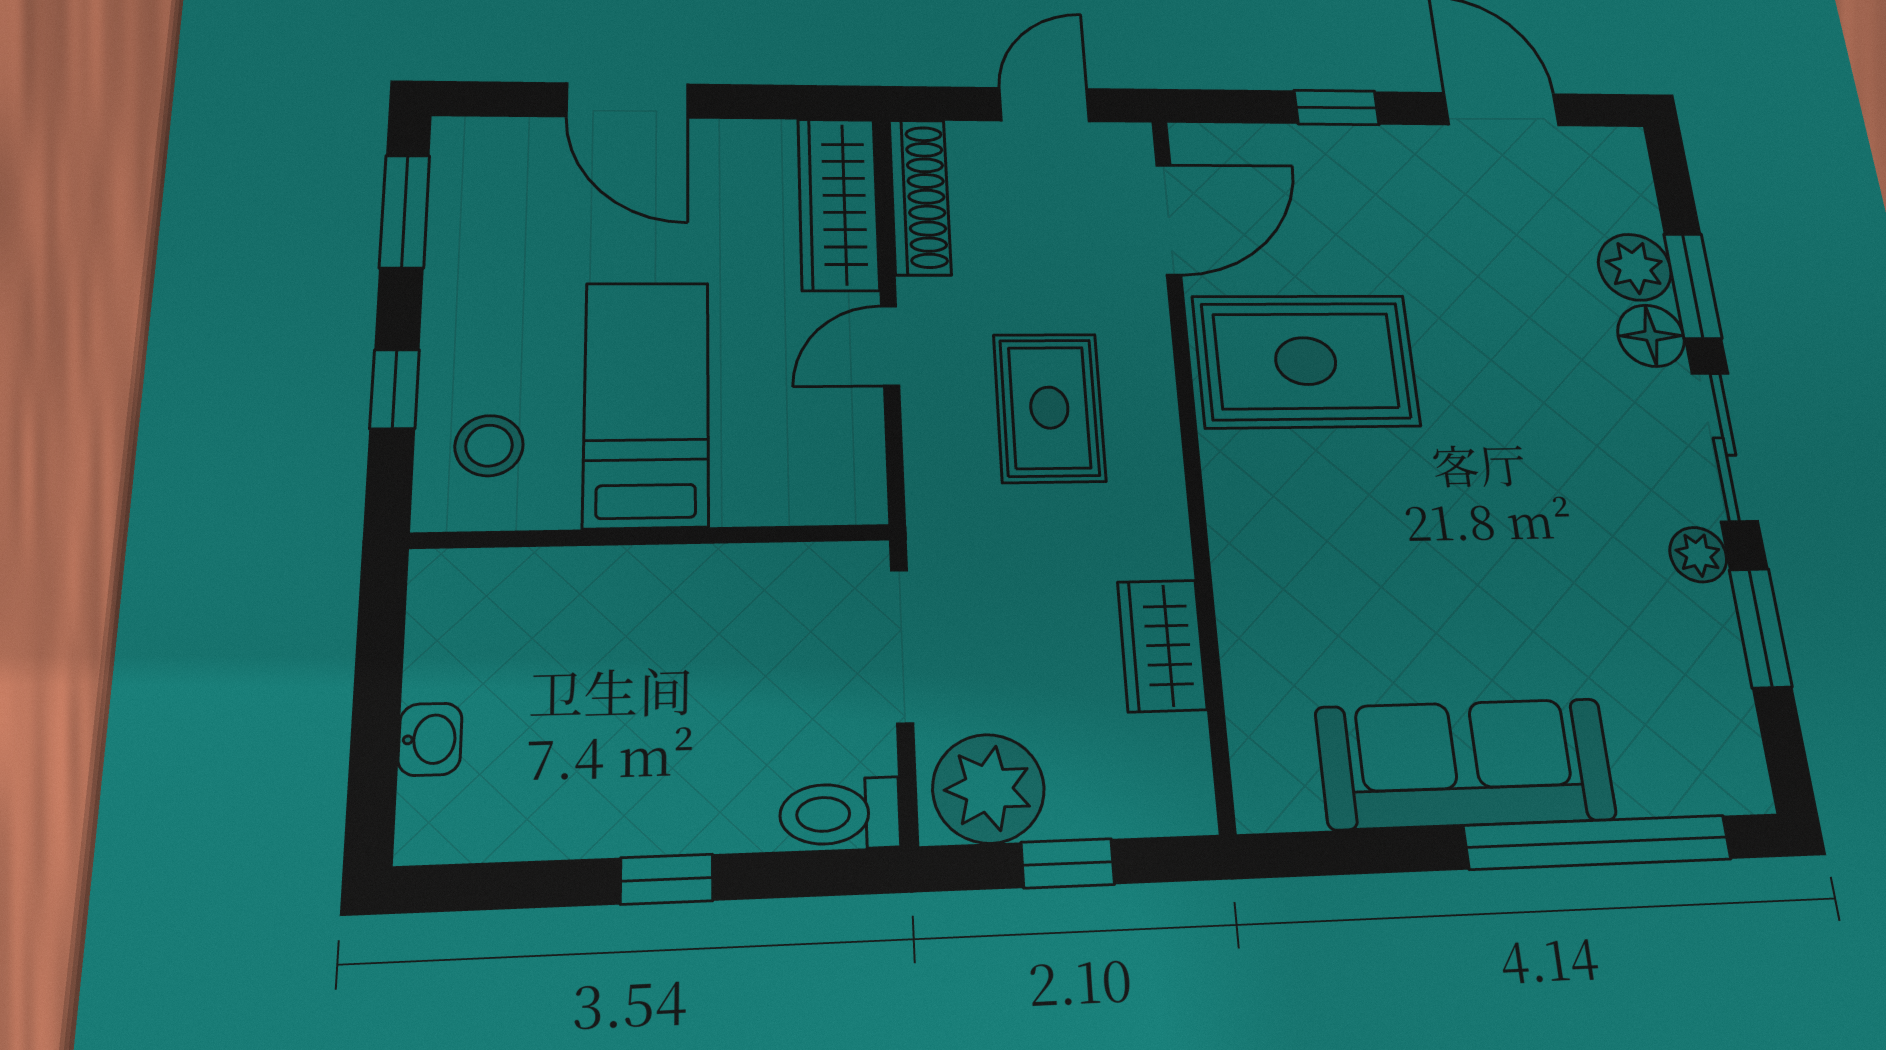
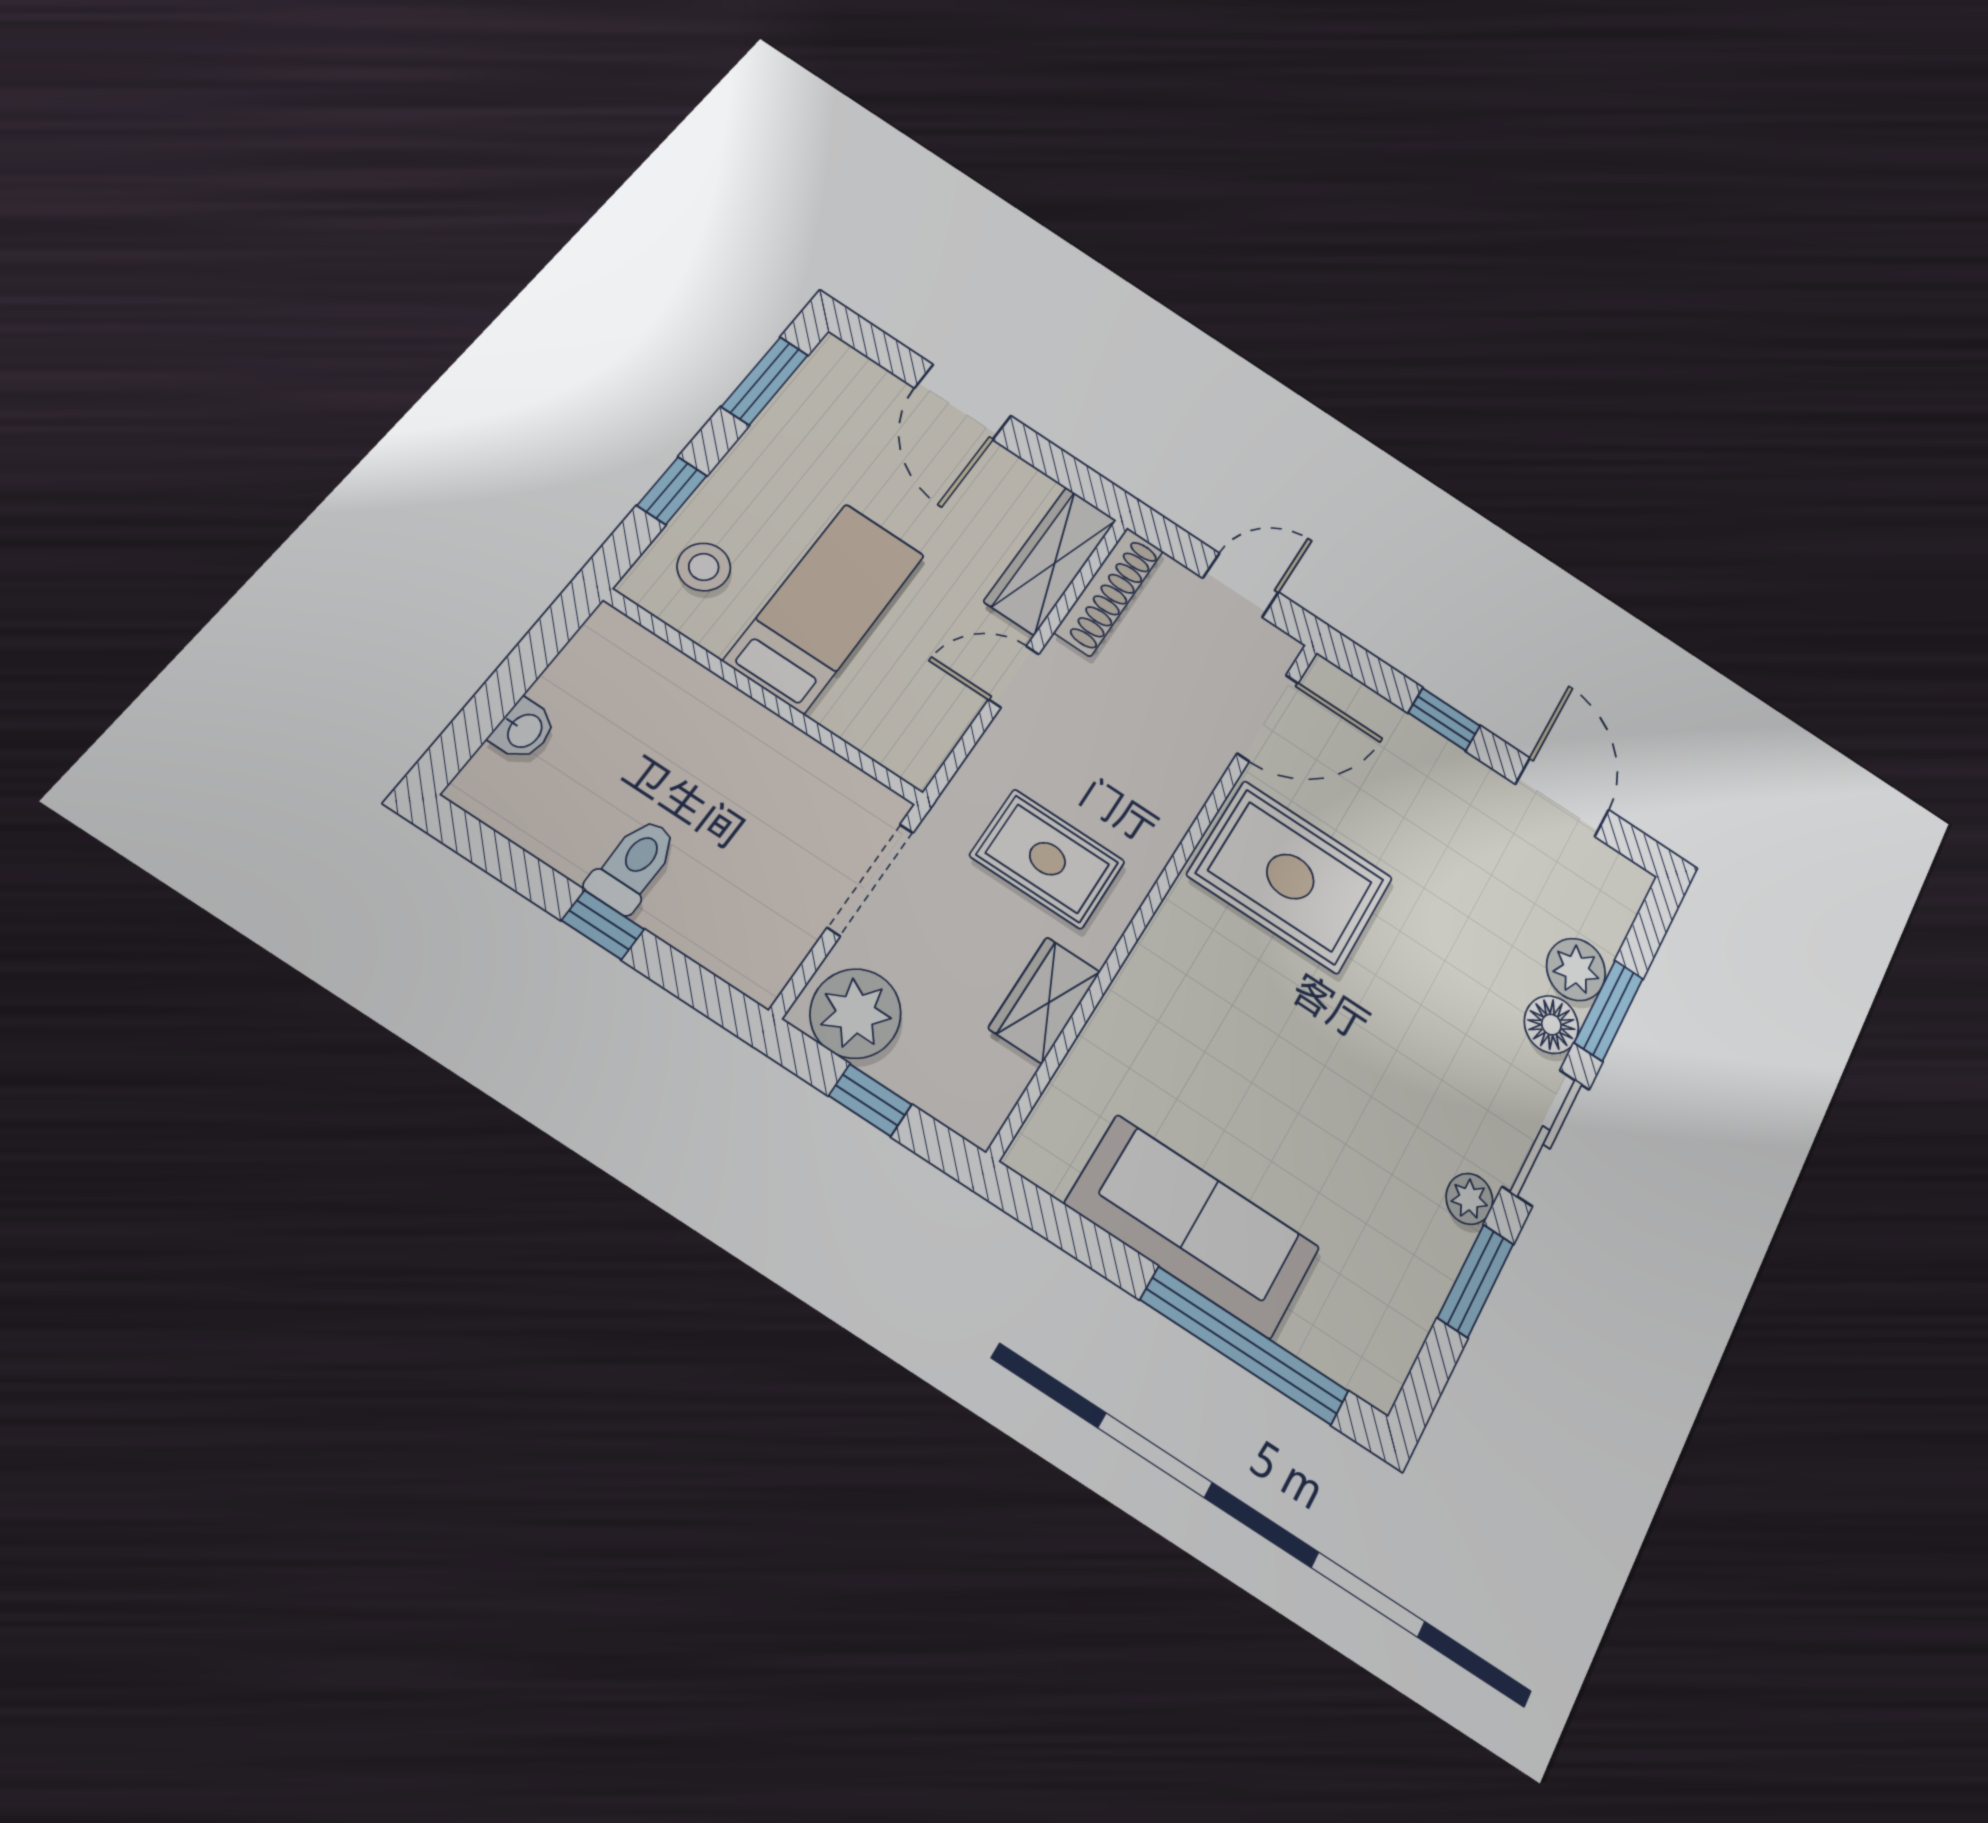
rug: (1049, 408) -> (1047, 859), moved, turned 90
toilet: (840, 814) -> (633, 865), moved, turned 90

